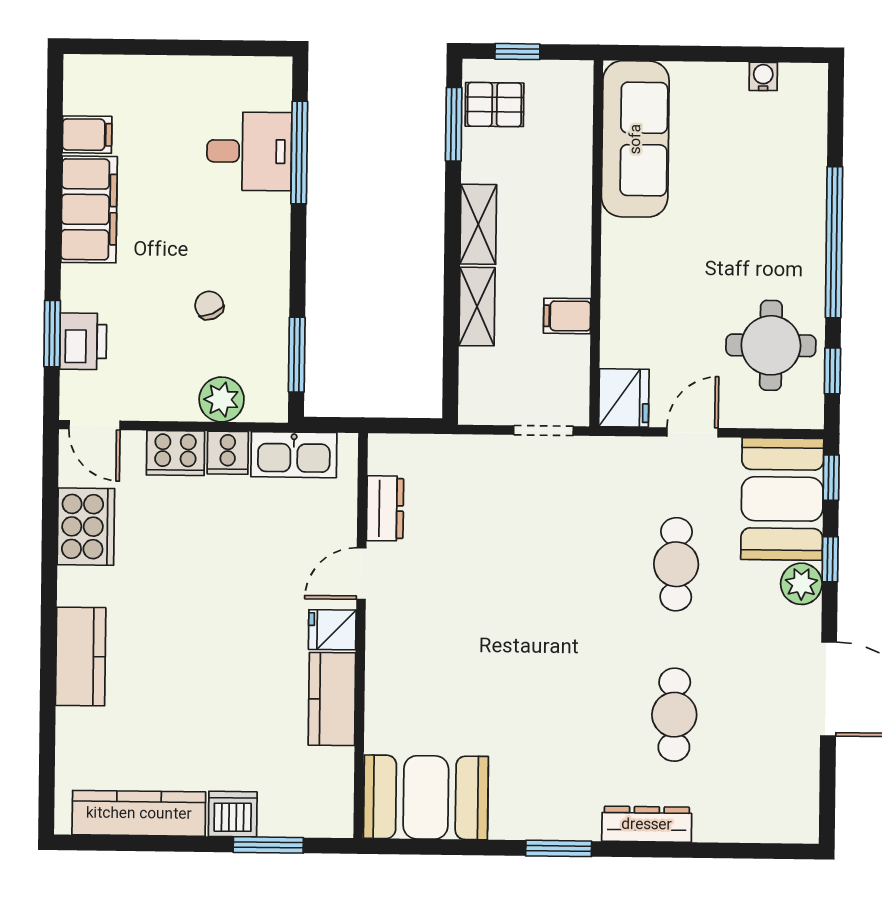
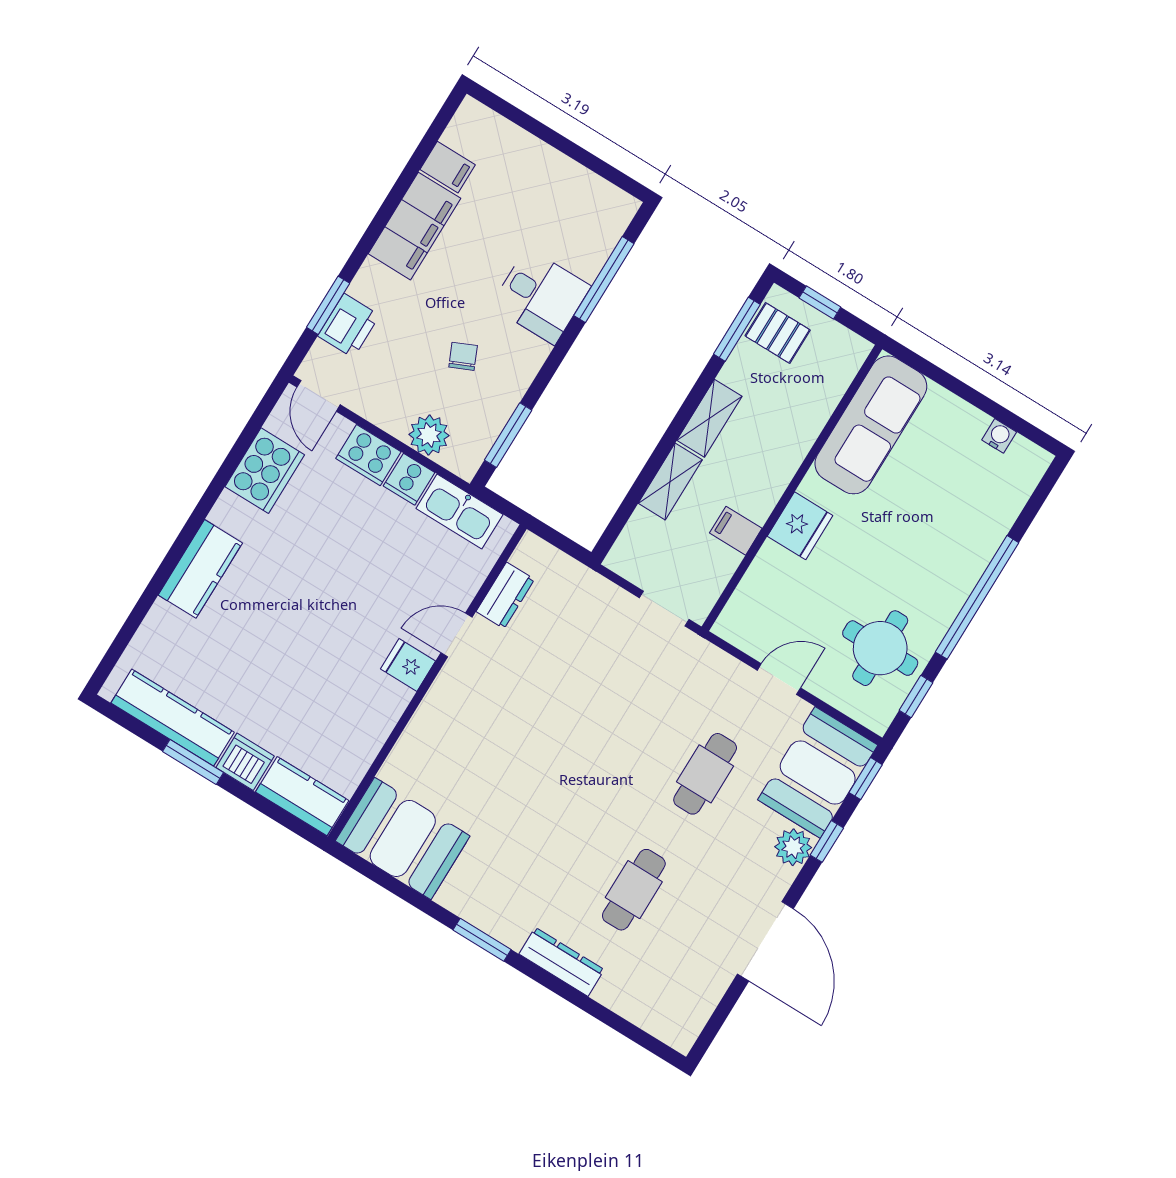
desk: (249, 151) -> (541, 296), moved
fridge: (624, 398) -> (800, 526), moved
kitchen counter: (332, 699) -> (302, 796), moved, turned 90
window: (268, 845) -> (193, 762), moved

